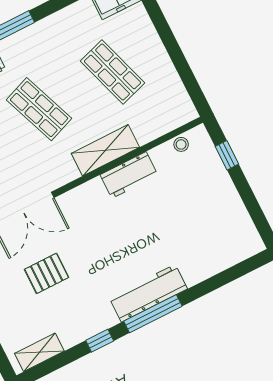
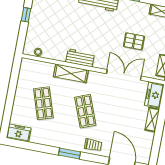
window: (227, 155) -> (26, 15), moved
workbench: (129, 175) -> (80, 58), moved

